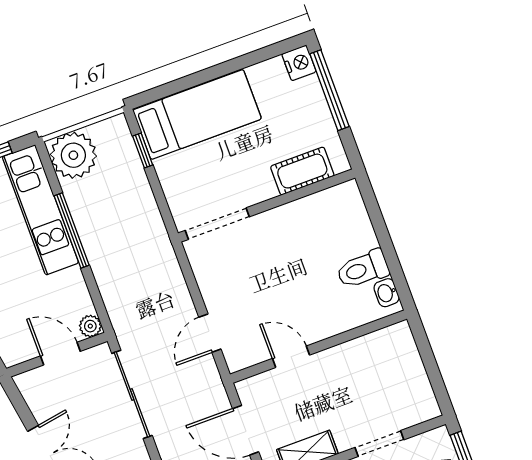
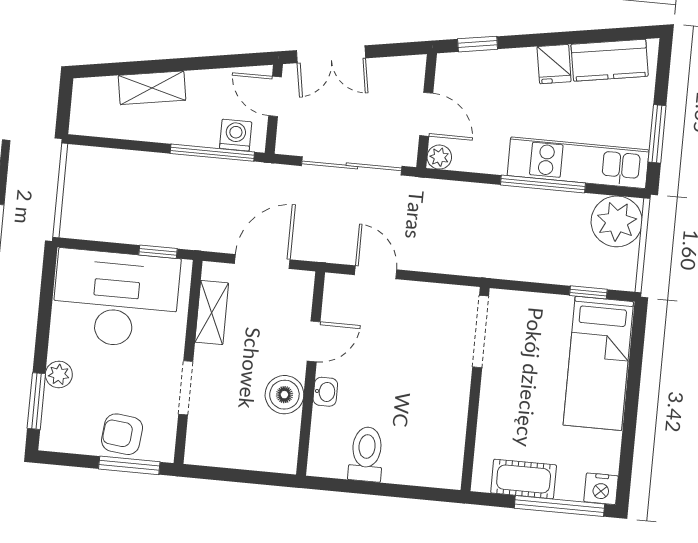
cot: (302, 171) -> (524, 479), moved, turned 90
washbasin: (387, 293) -> (325, 392), moved, turned 90
door: (60, 354) -> (426, 114), hinge flipped
boiler: (346, 360) -> (284, 395), added

